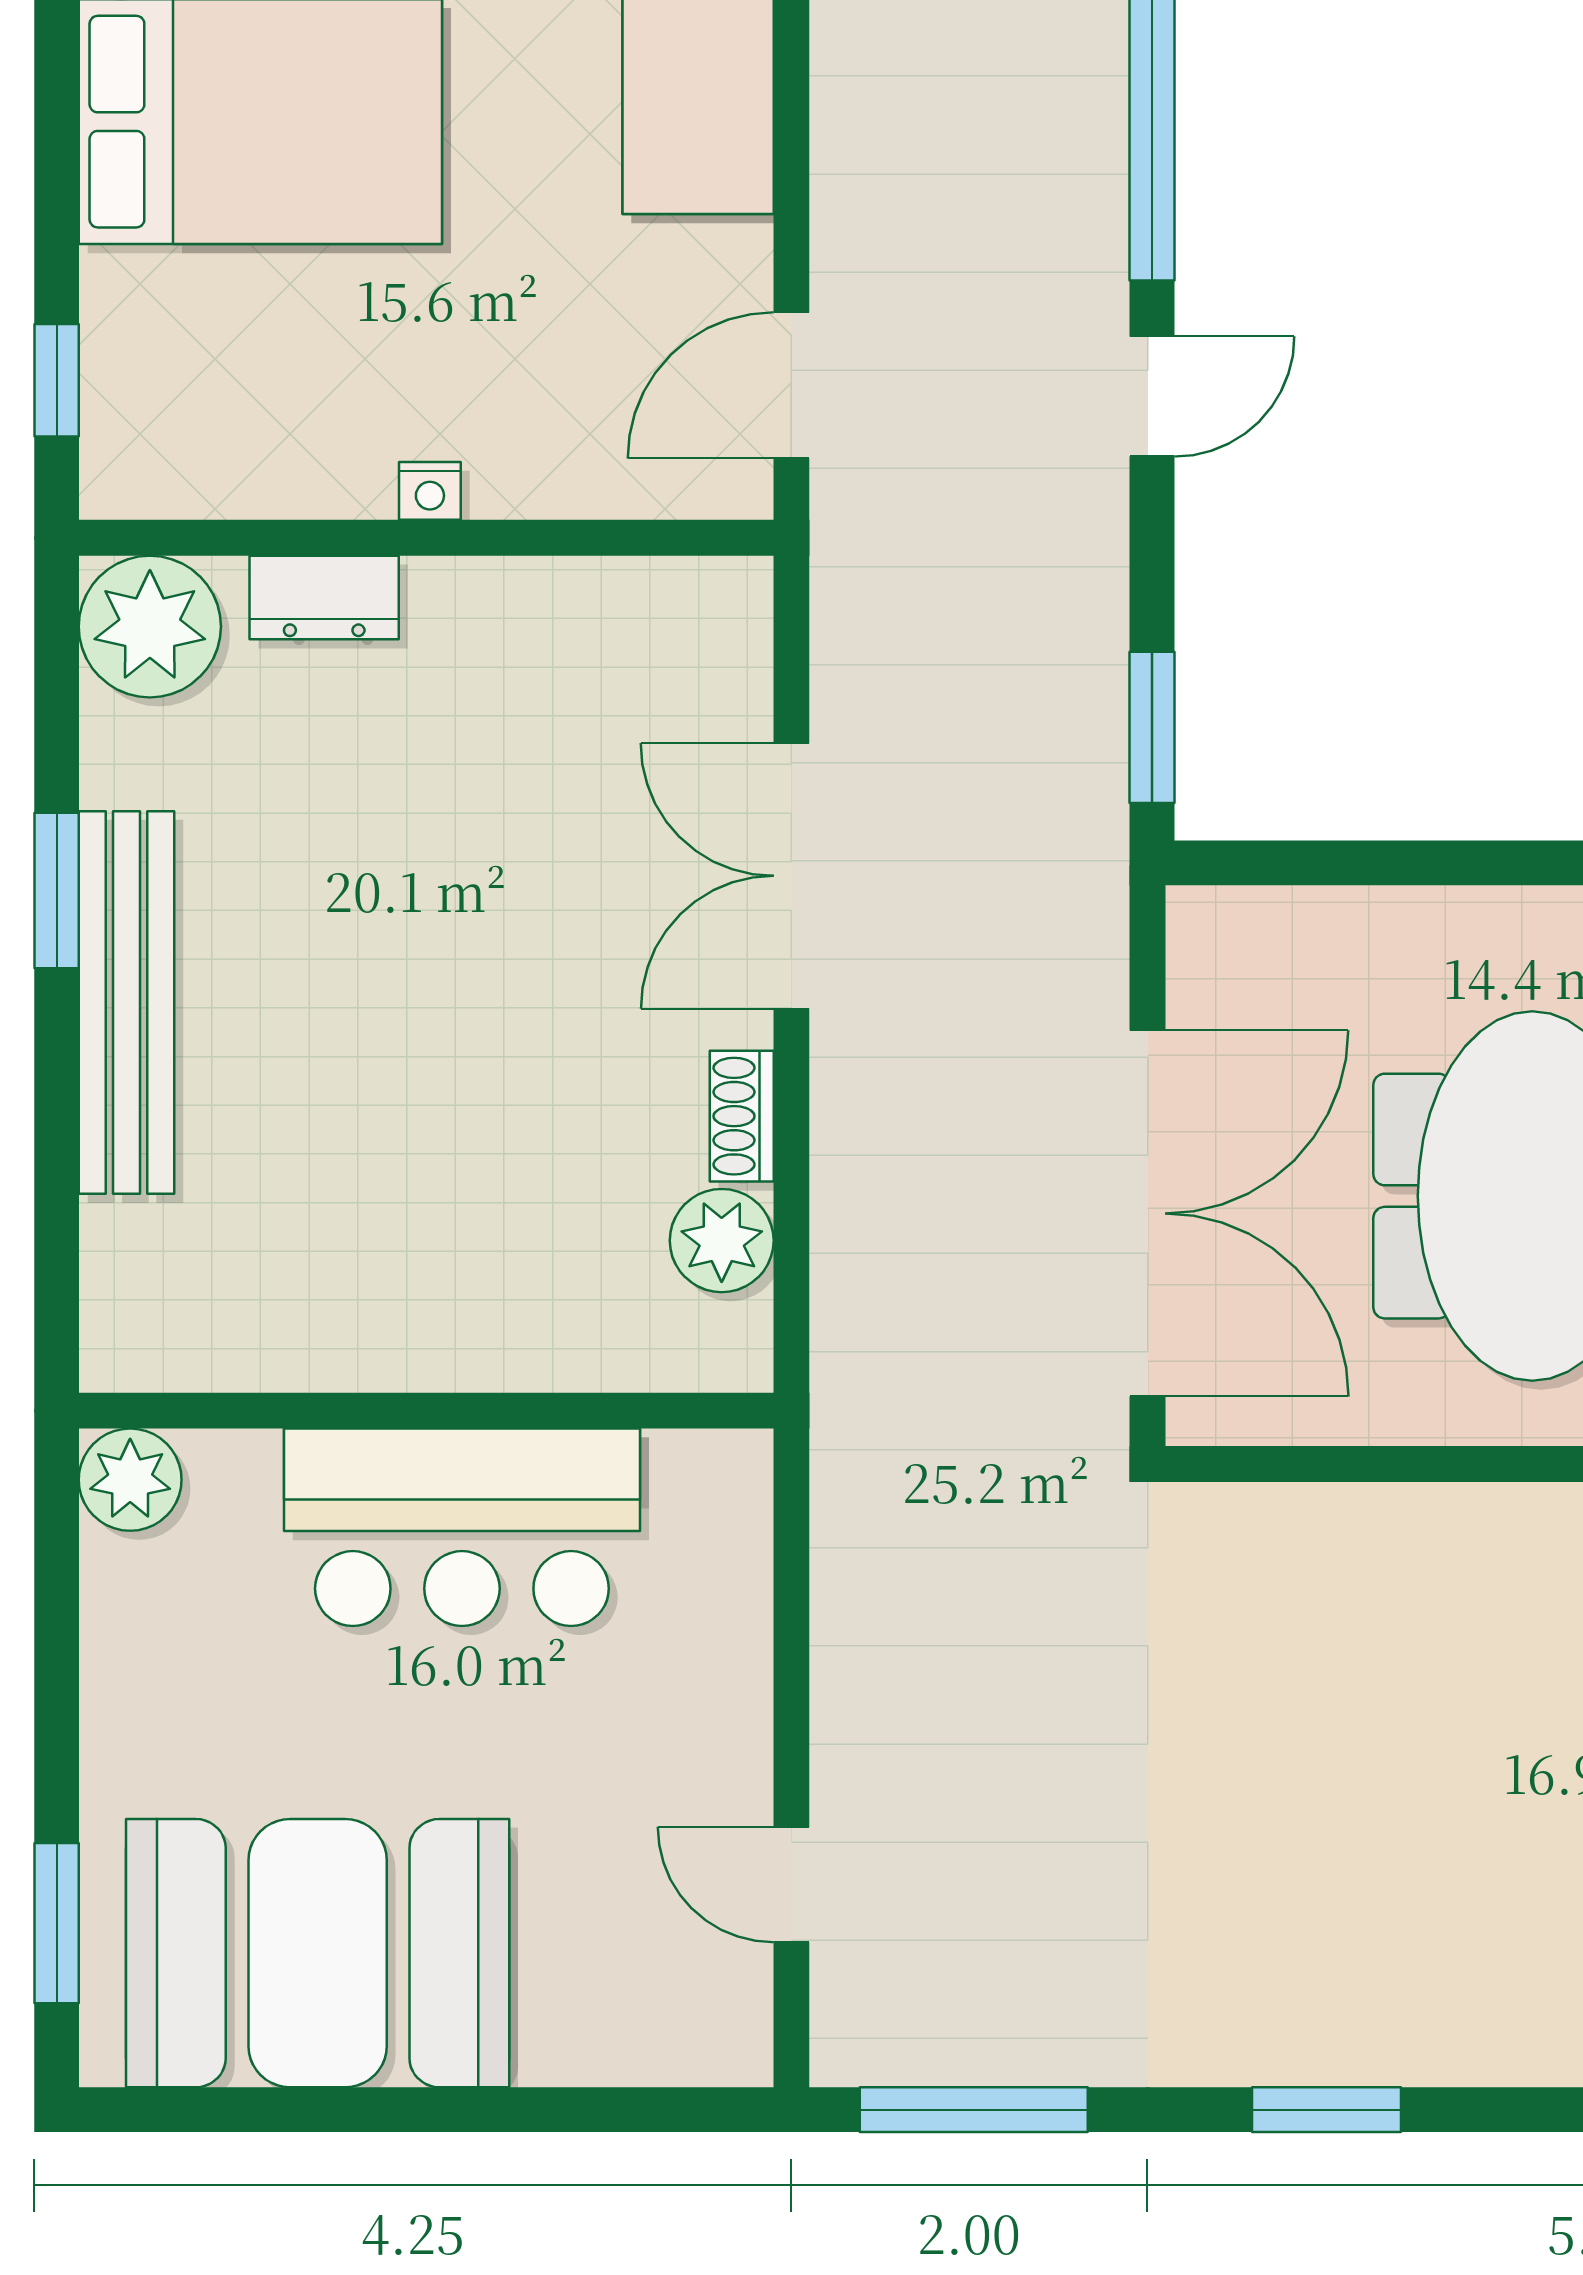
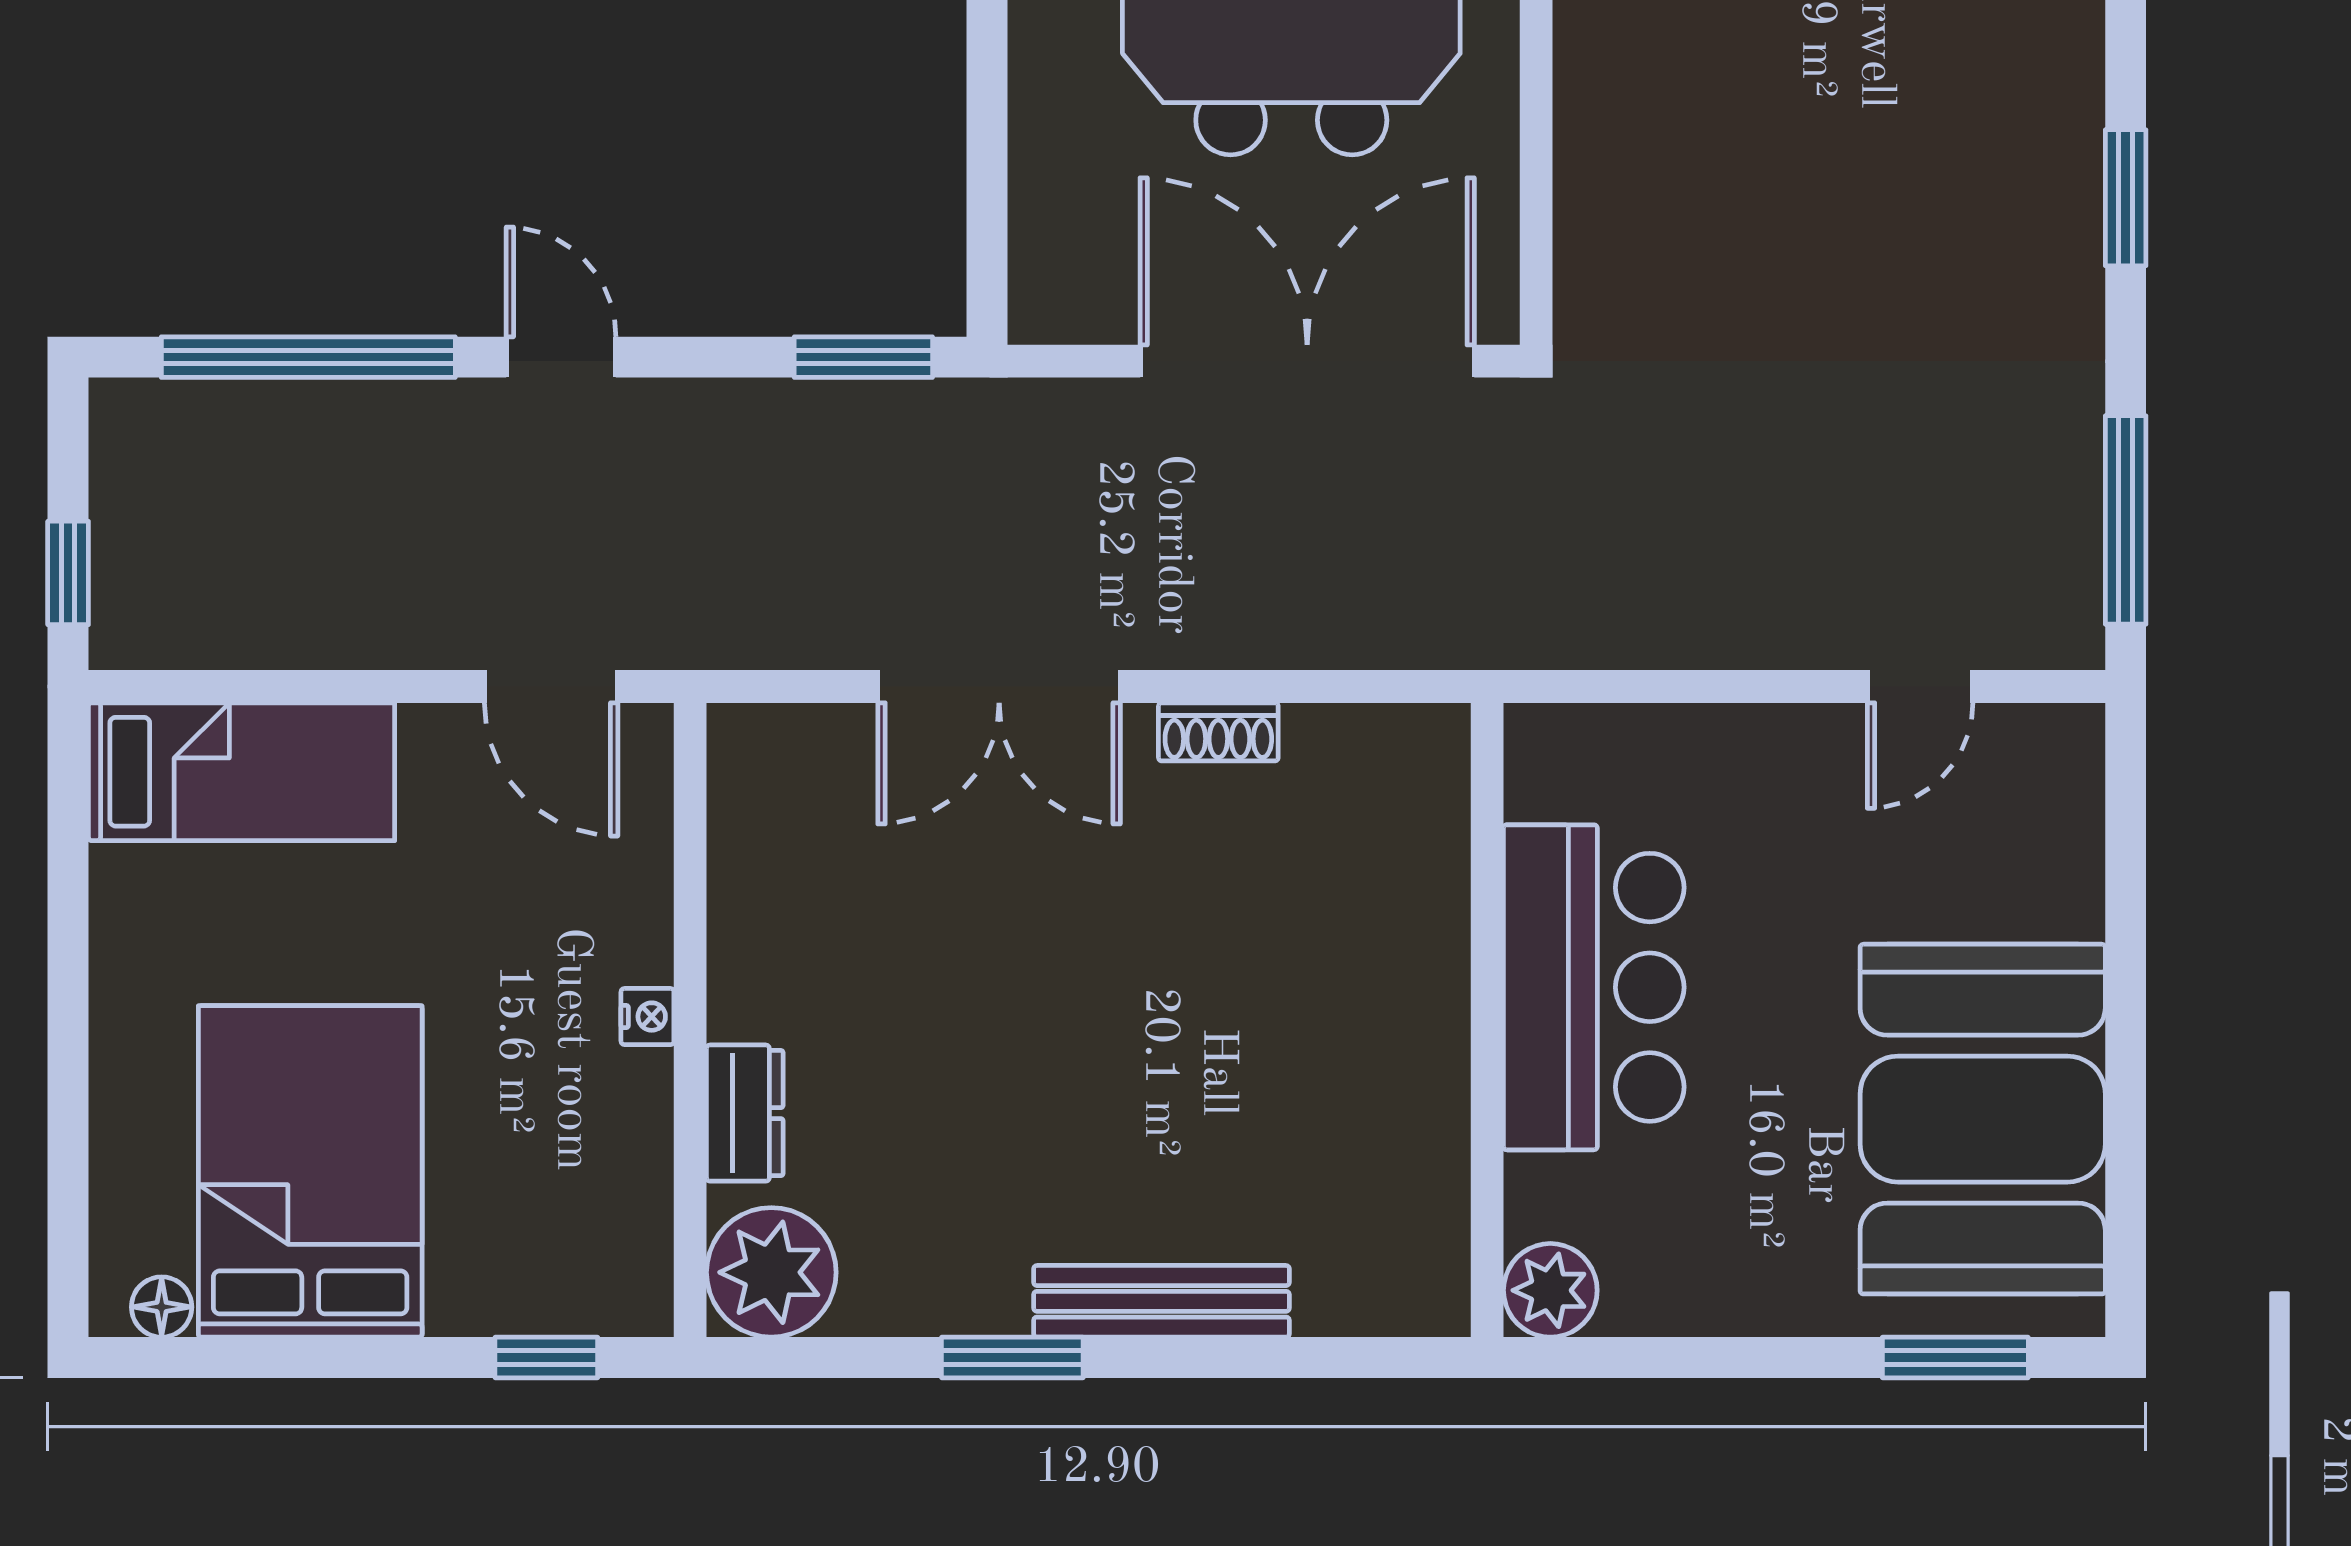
bench: (126, 1003) -> (1162, 1301), width x0.73, depth x0.82
plant: (722, 1241) -> (1332, 750), removed

